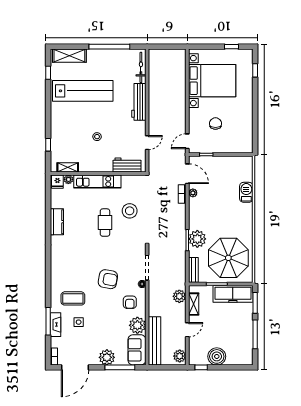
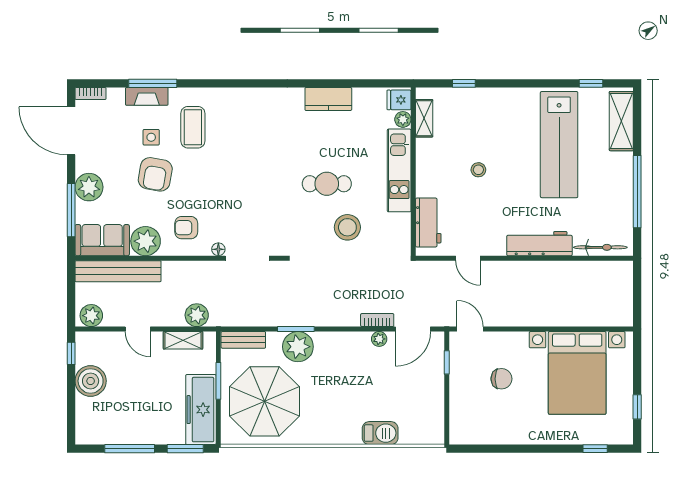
armchair: (108, 279) -> (155, 174), moved

